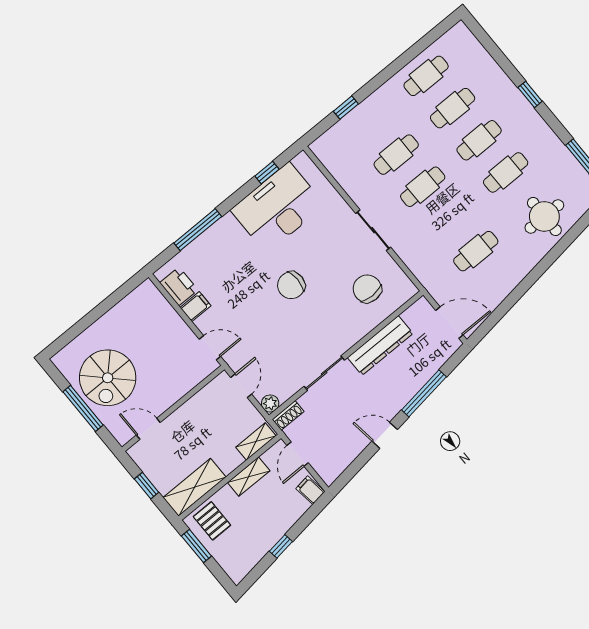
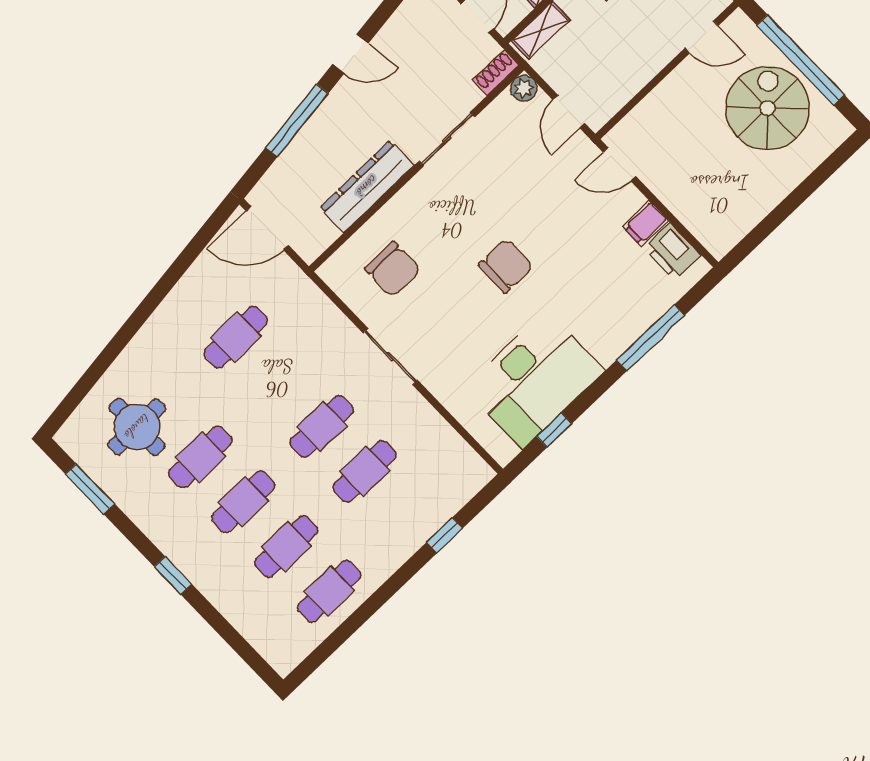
round table: (544, 216) -> (137, 427), moved
window: (83, 408) -> (801, 60), width x1.46

